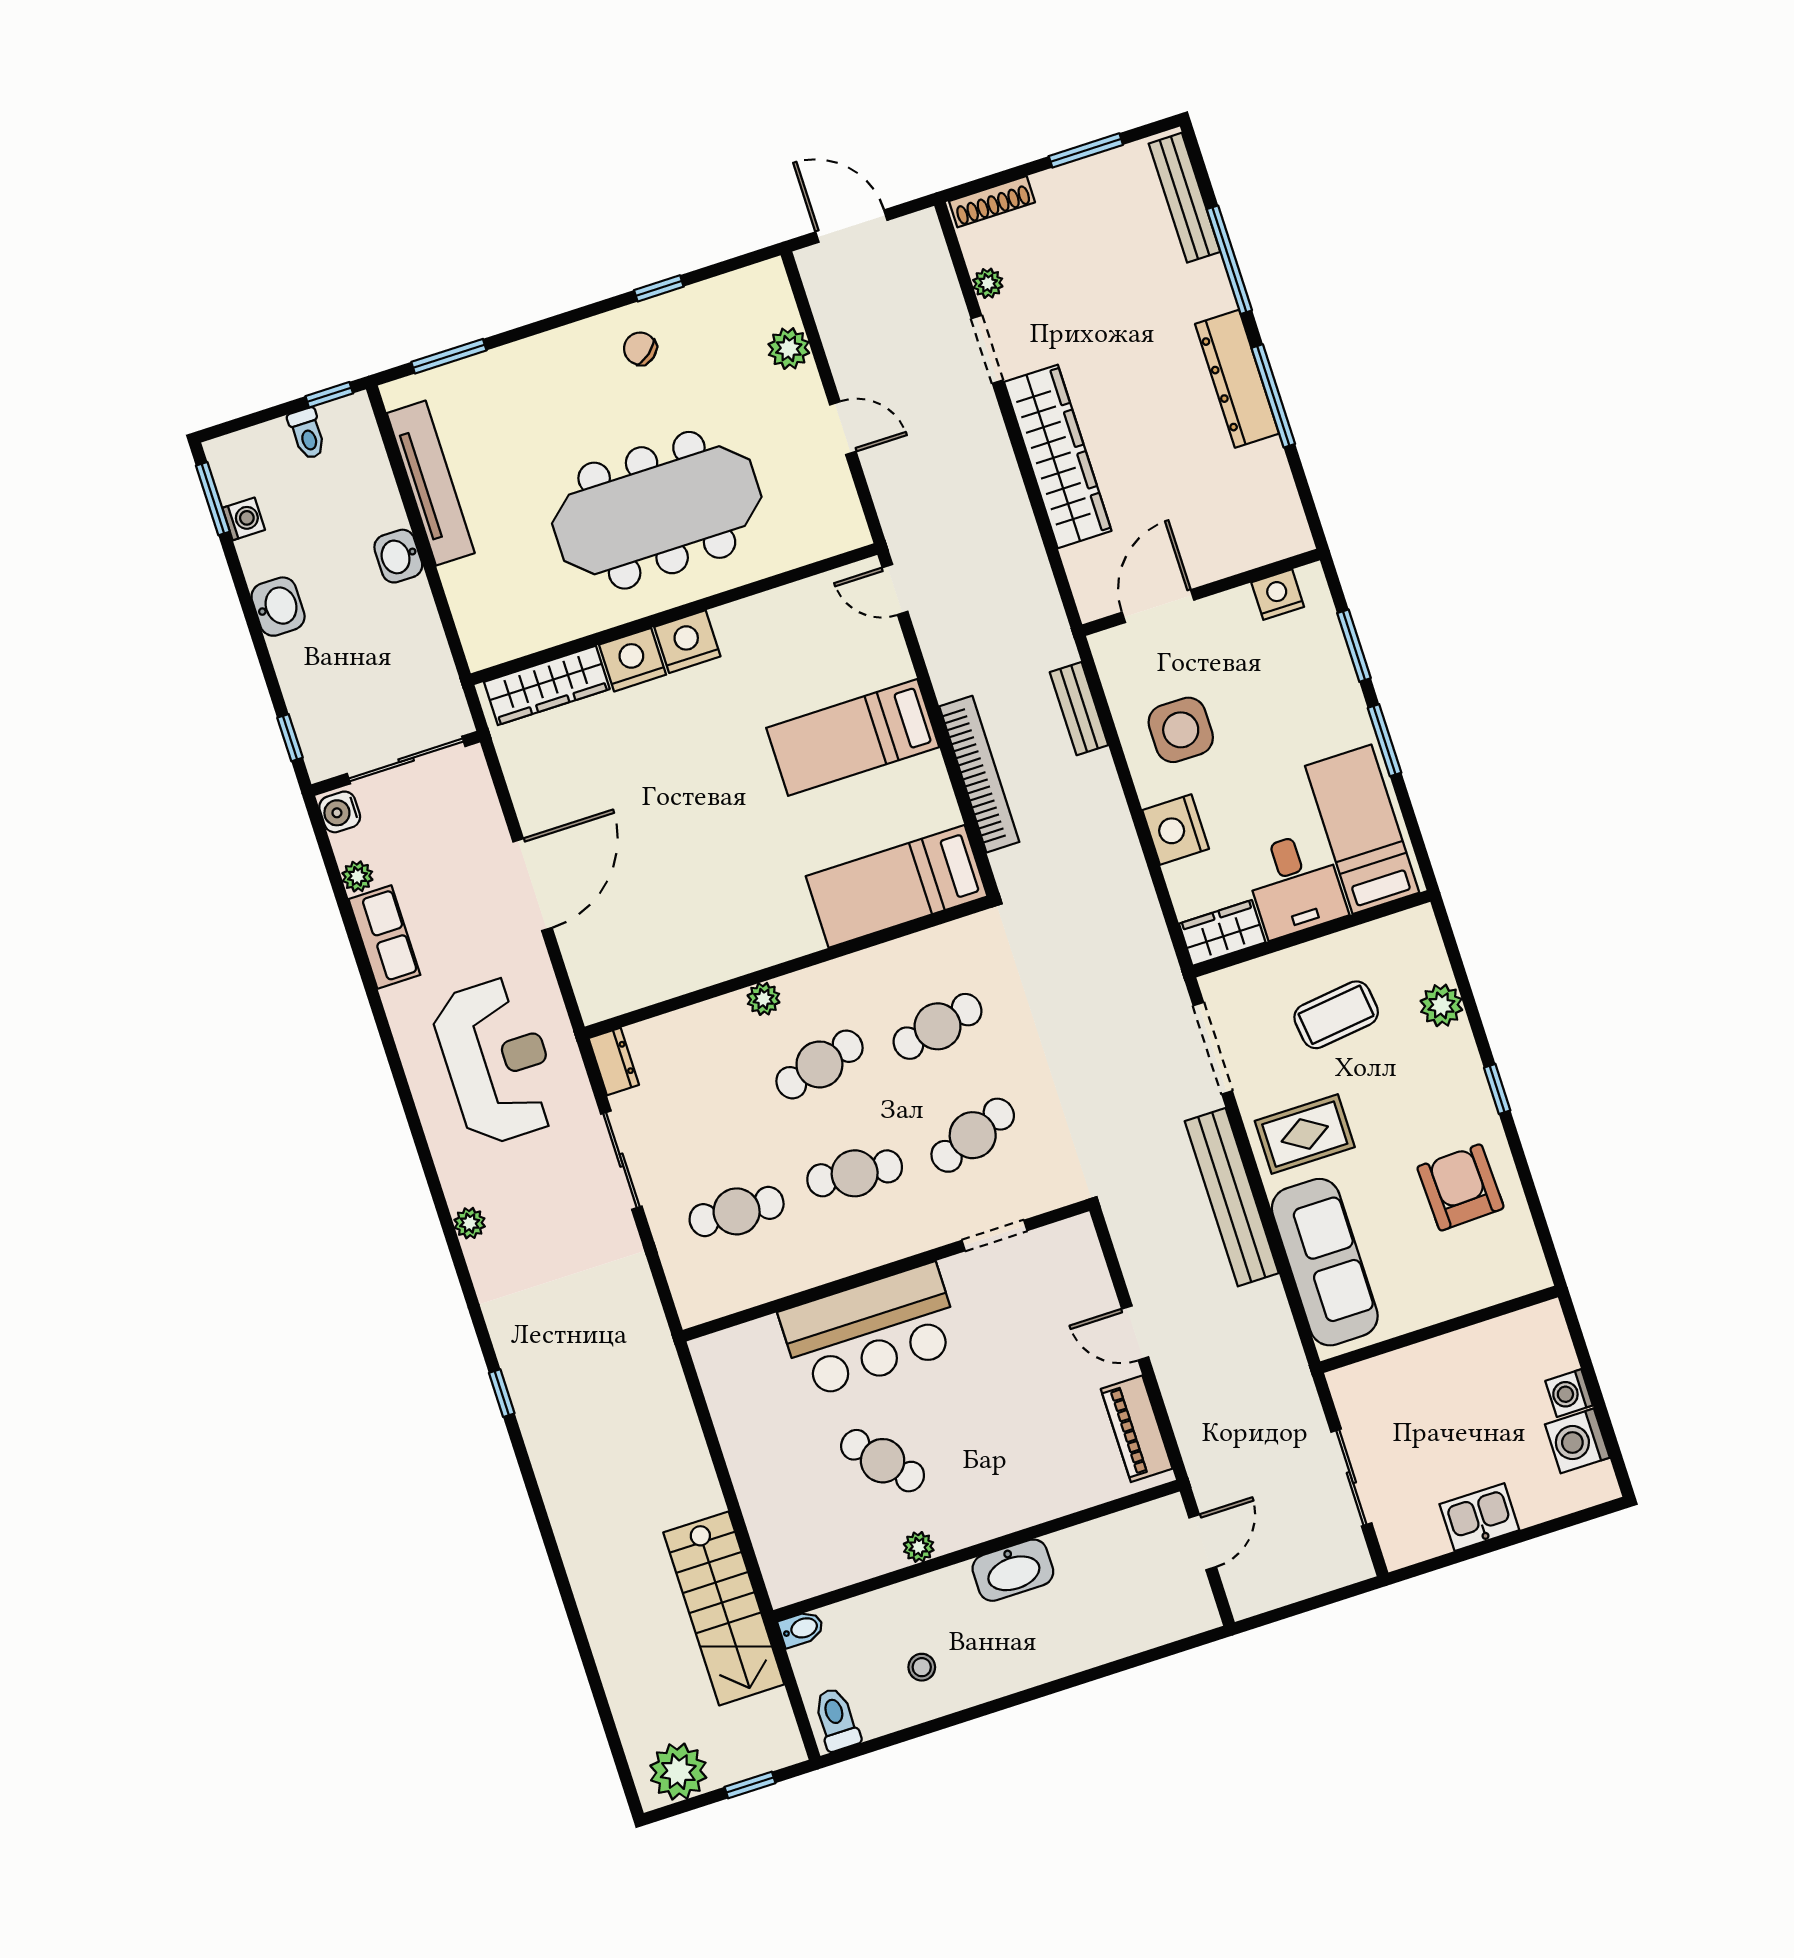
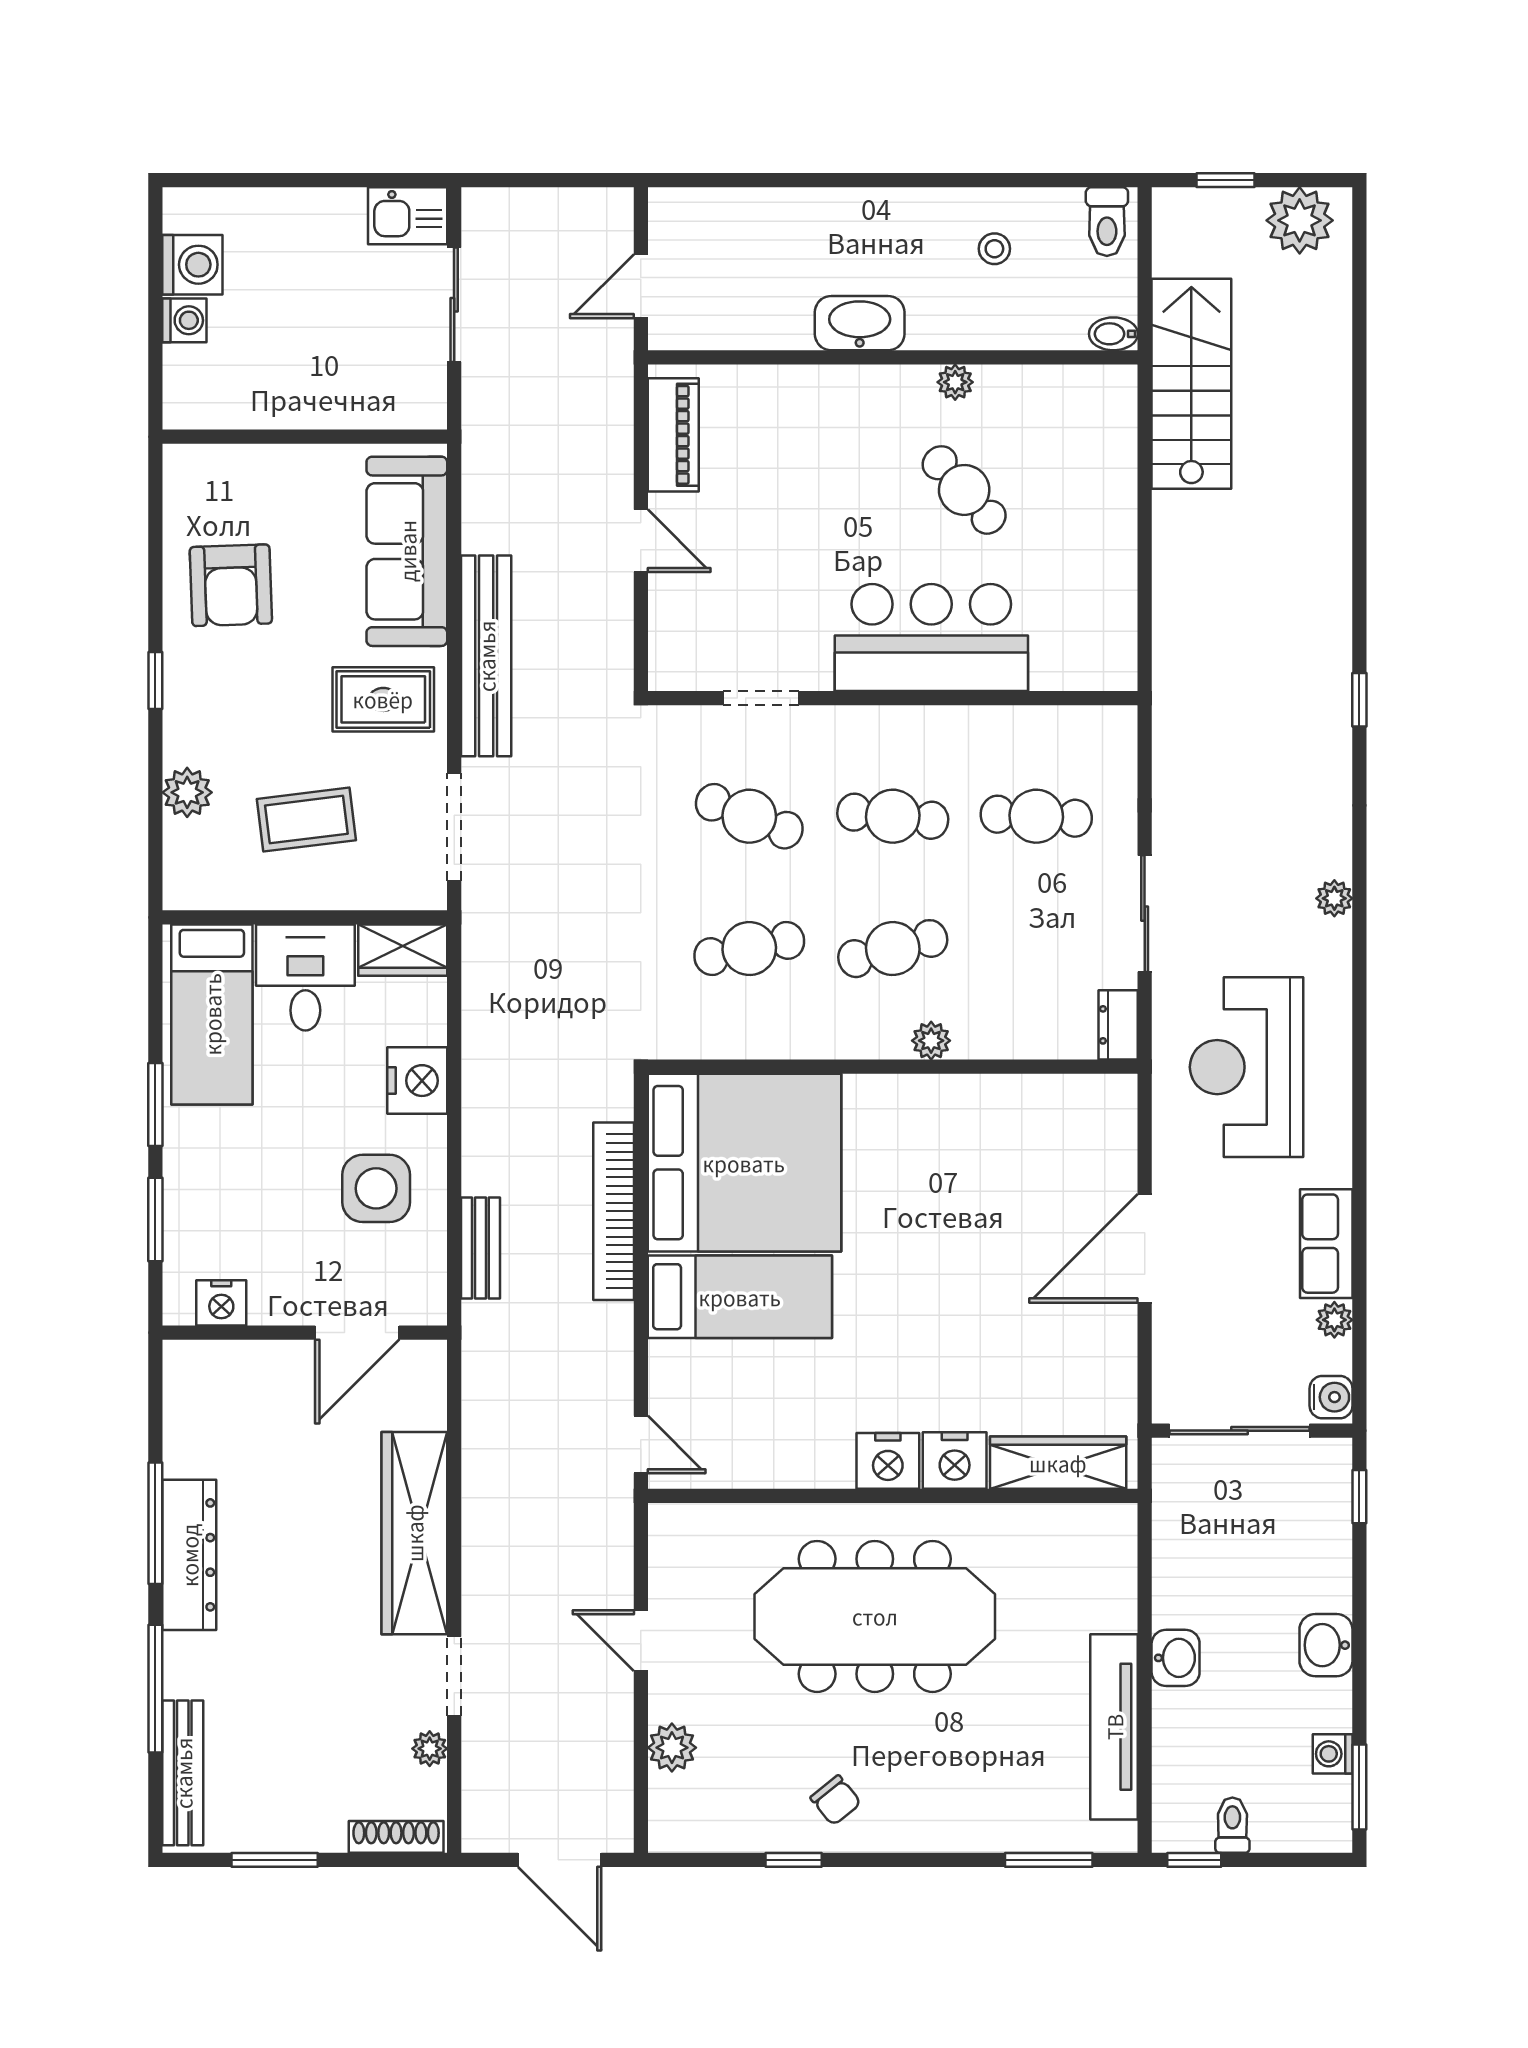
bed: (897, 886) -> (744, 1163), width x2.04
cafe table: (973, 1135) -> (749, 816), turned 42
kitchen sink: (1479, 1517) -> (408, 216), moved

